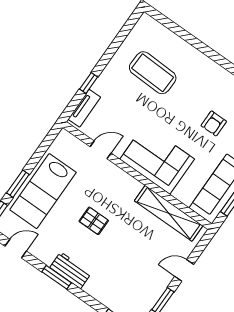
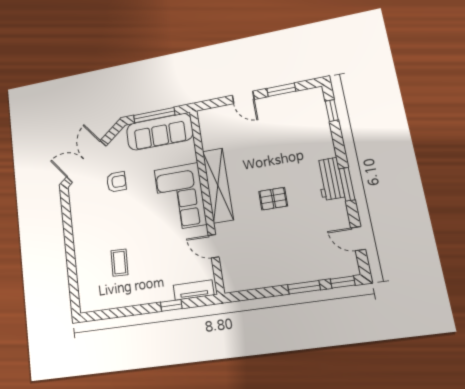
coffee table: (153, 73) -> (119, 263), width x0.54, depth x0.58
lab bench: (43, 191) -> (290, 261), removed
shelving: (169, 213) -> (218, 185), moved
pallet: (94, 221) -> (273, 199), turned 90

